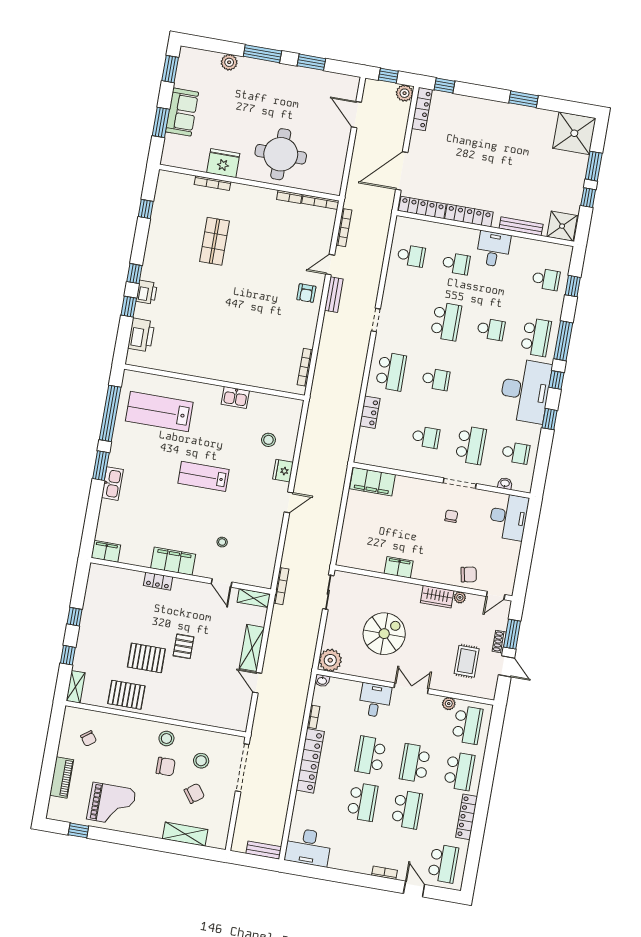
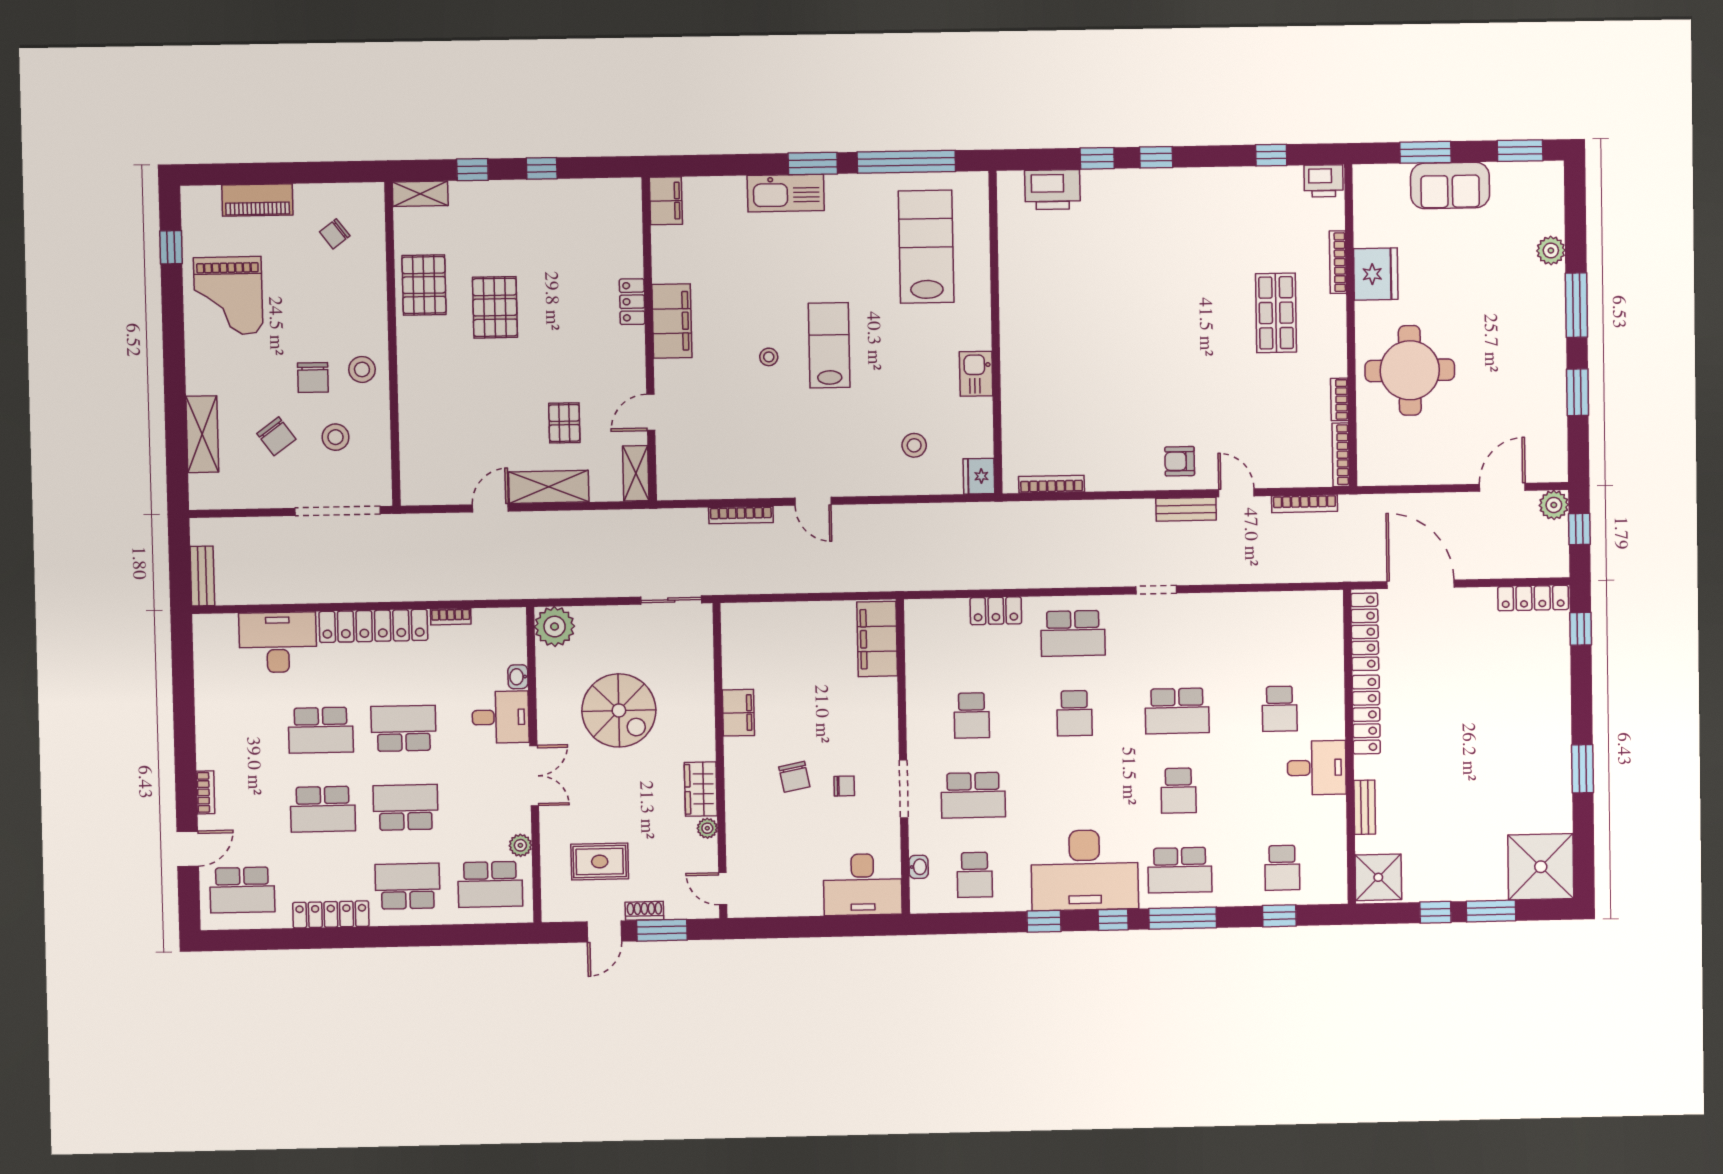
plant: (405, 93) -> (1554, 505), moved
bench: (521, 226) -> (1365, 807), width x0.73
shop shelf: (214, 241) -> (1276, 313), moved, turned 90
school desk: (411, 256) -> (1278, 629), removed
printer: (147, 292) -> (1324, 181), moved
fridge: (283, 471) -> (979, 476), moved, turned -90
kitchen sink: (112, 484) -> (786, 193), width x1.36, depth x1.24
stool: (222, 542) -> (769, 357), moved
chair: (469, 575) -> (794, 777), moved
bookcase: (281, 586) -> (741, 515), moved
pallet: (183, 646) -> (564, 423), moved, turned 90
washbasin: (322, 681) -> (518, 677), moved
school desk: (459, 771) -> (408, 886), turned 180
desk: (308, 847) -> (278, 642), moved, turned 90

